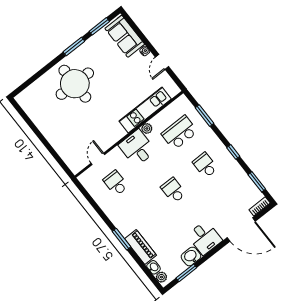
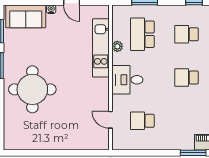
plant: (147, 128) -> (117, 46), moved

